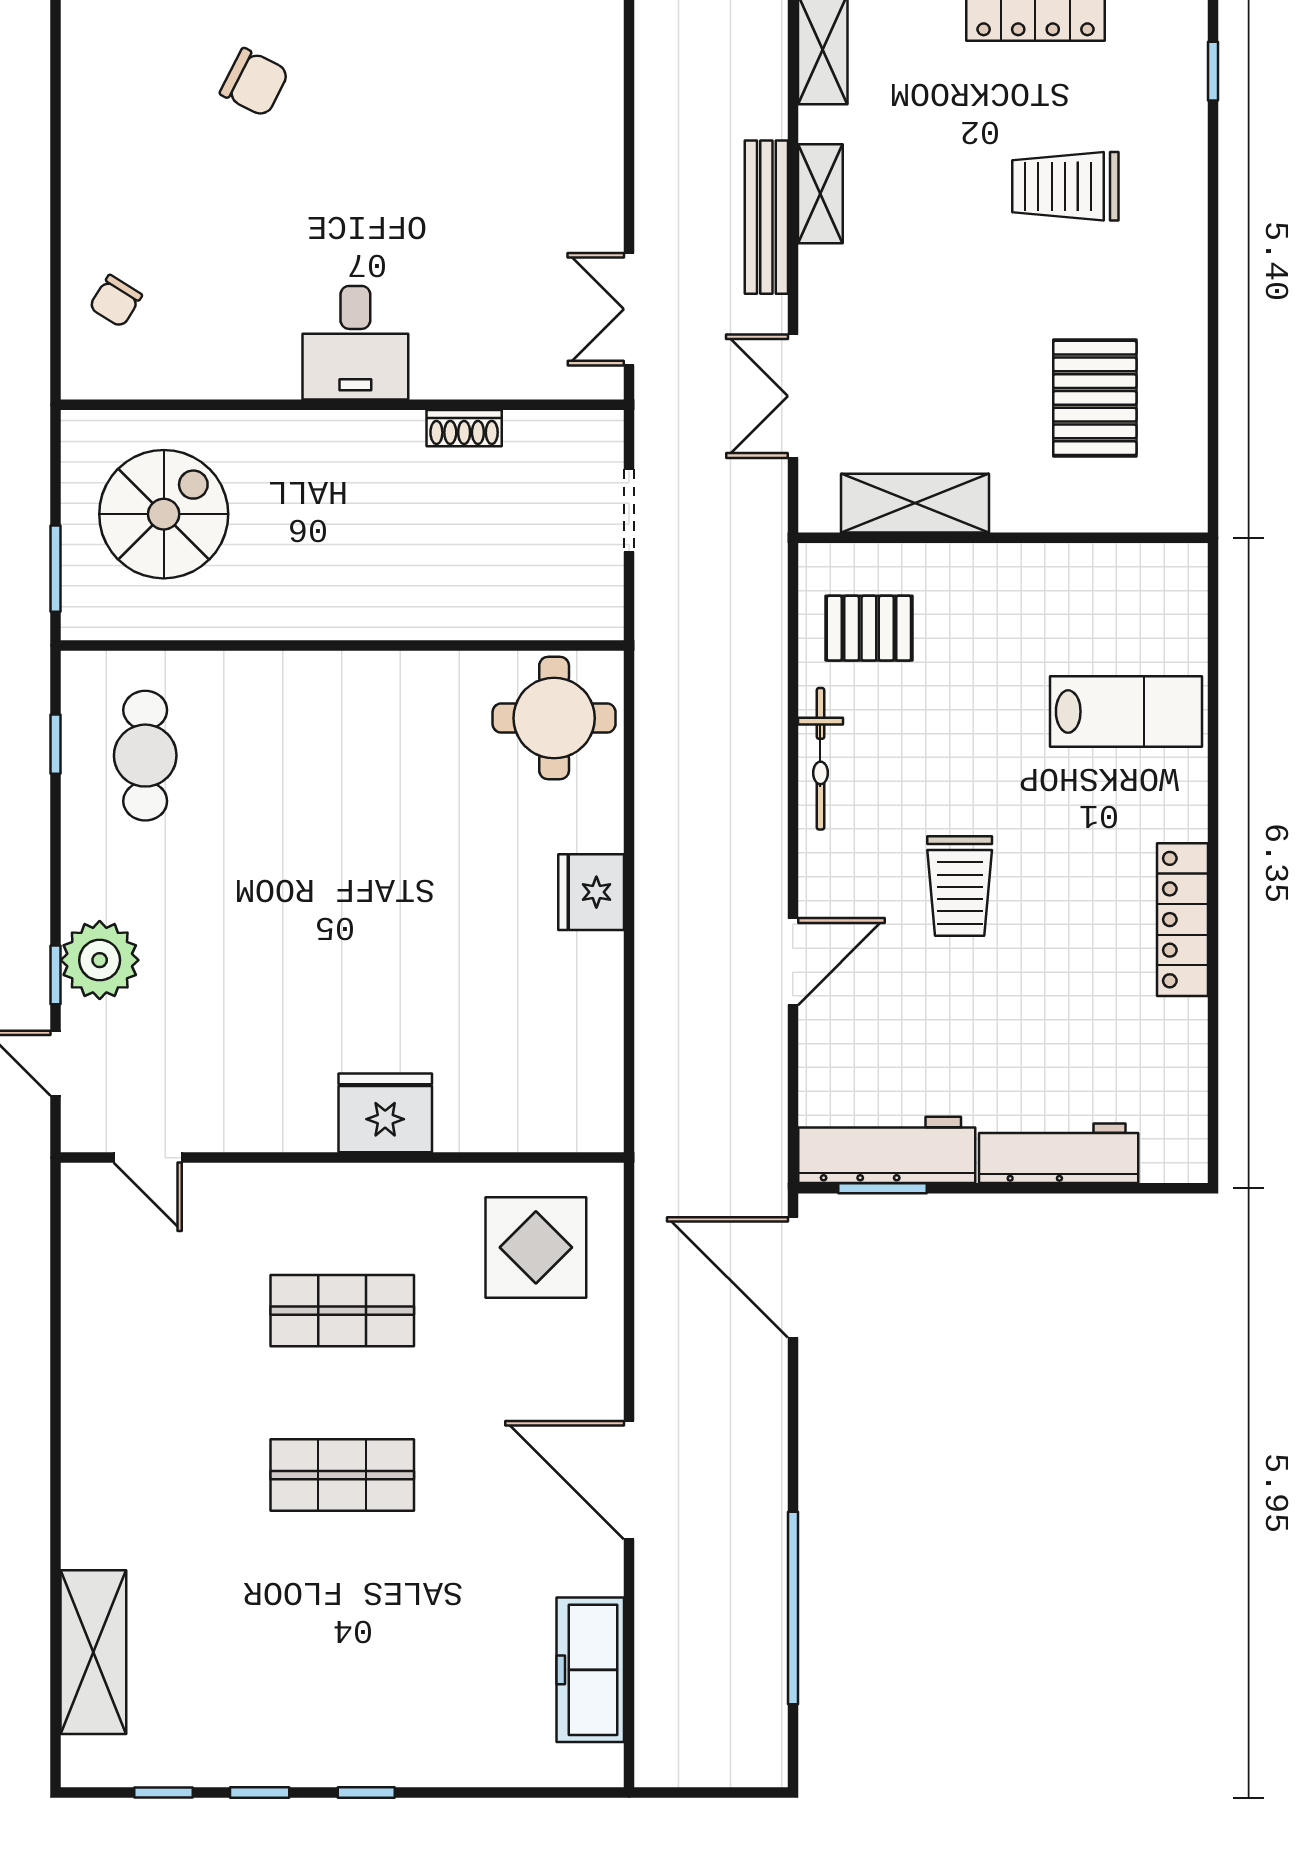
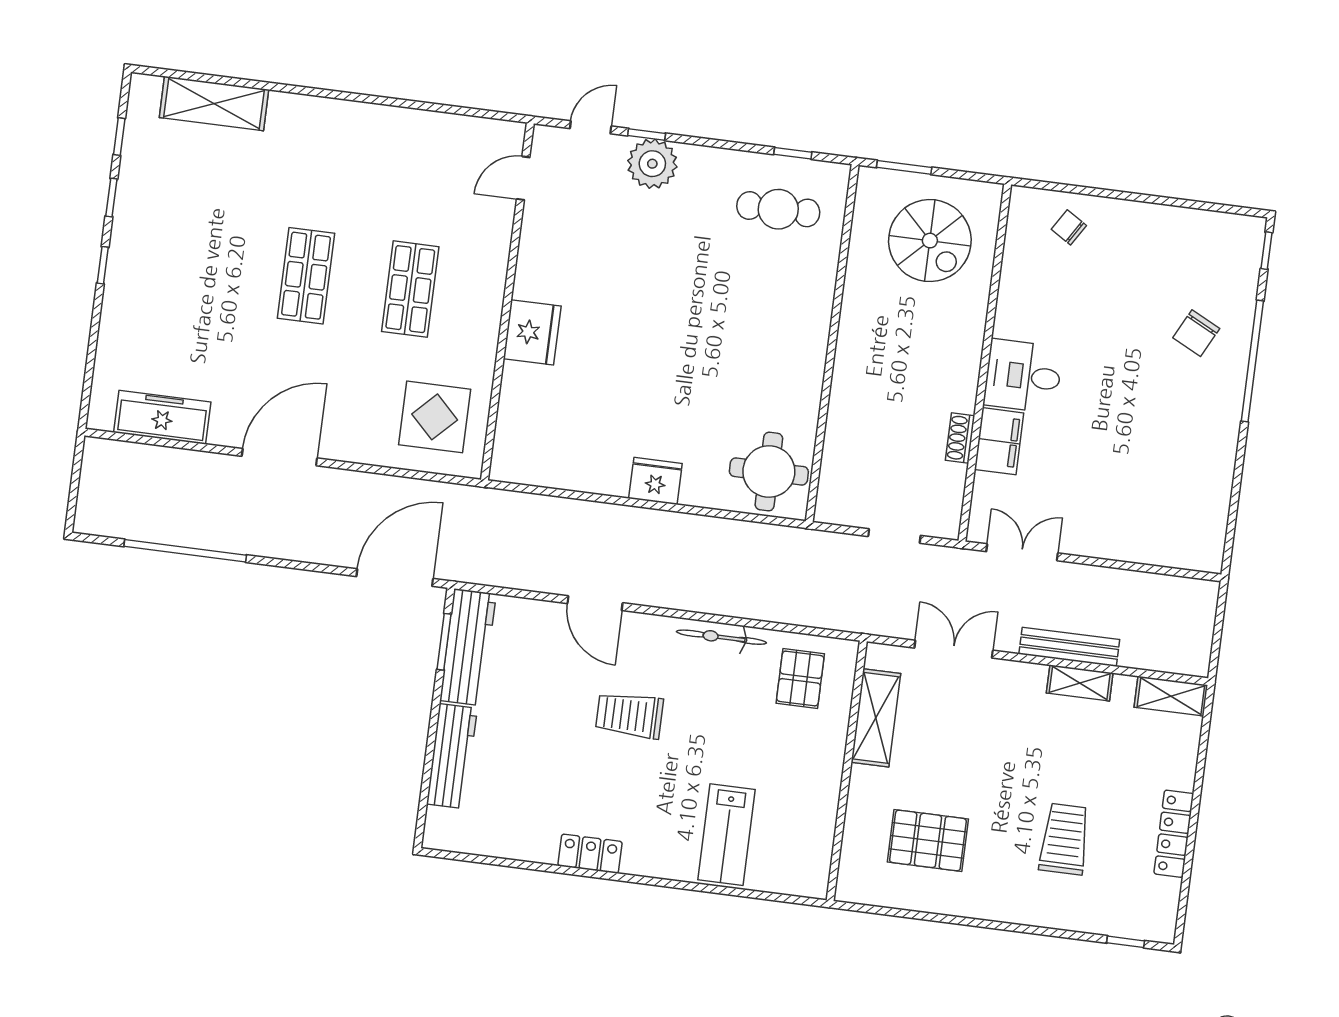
filing cabinet: (461, 367) -> (999, 441), added
locker: (1182, 920) -> (590, 854), width x0.66

